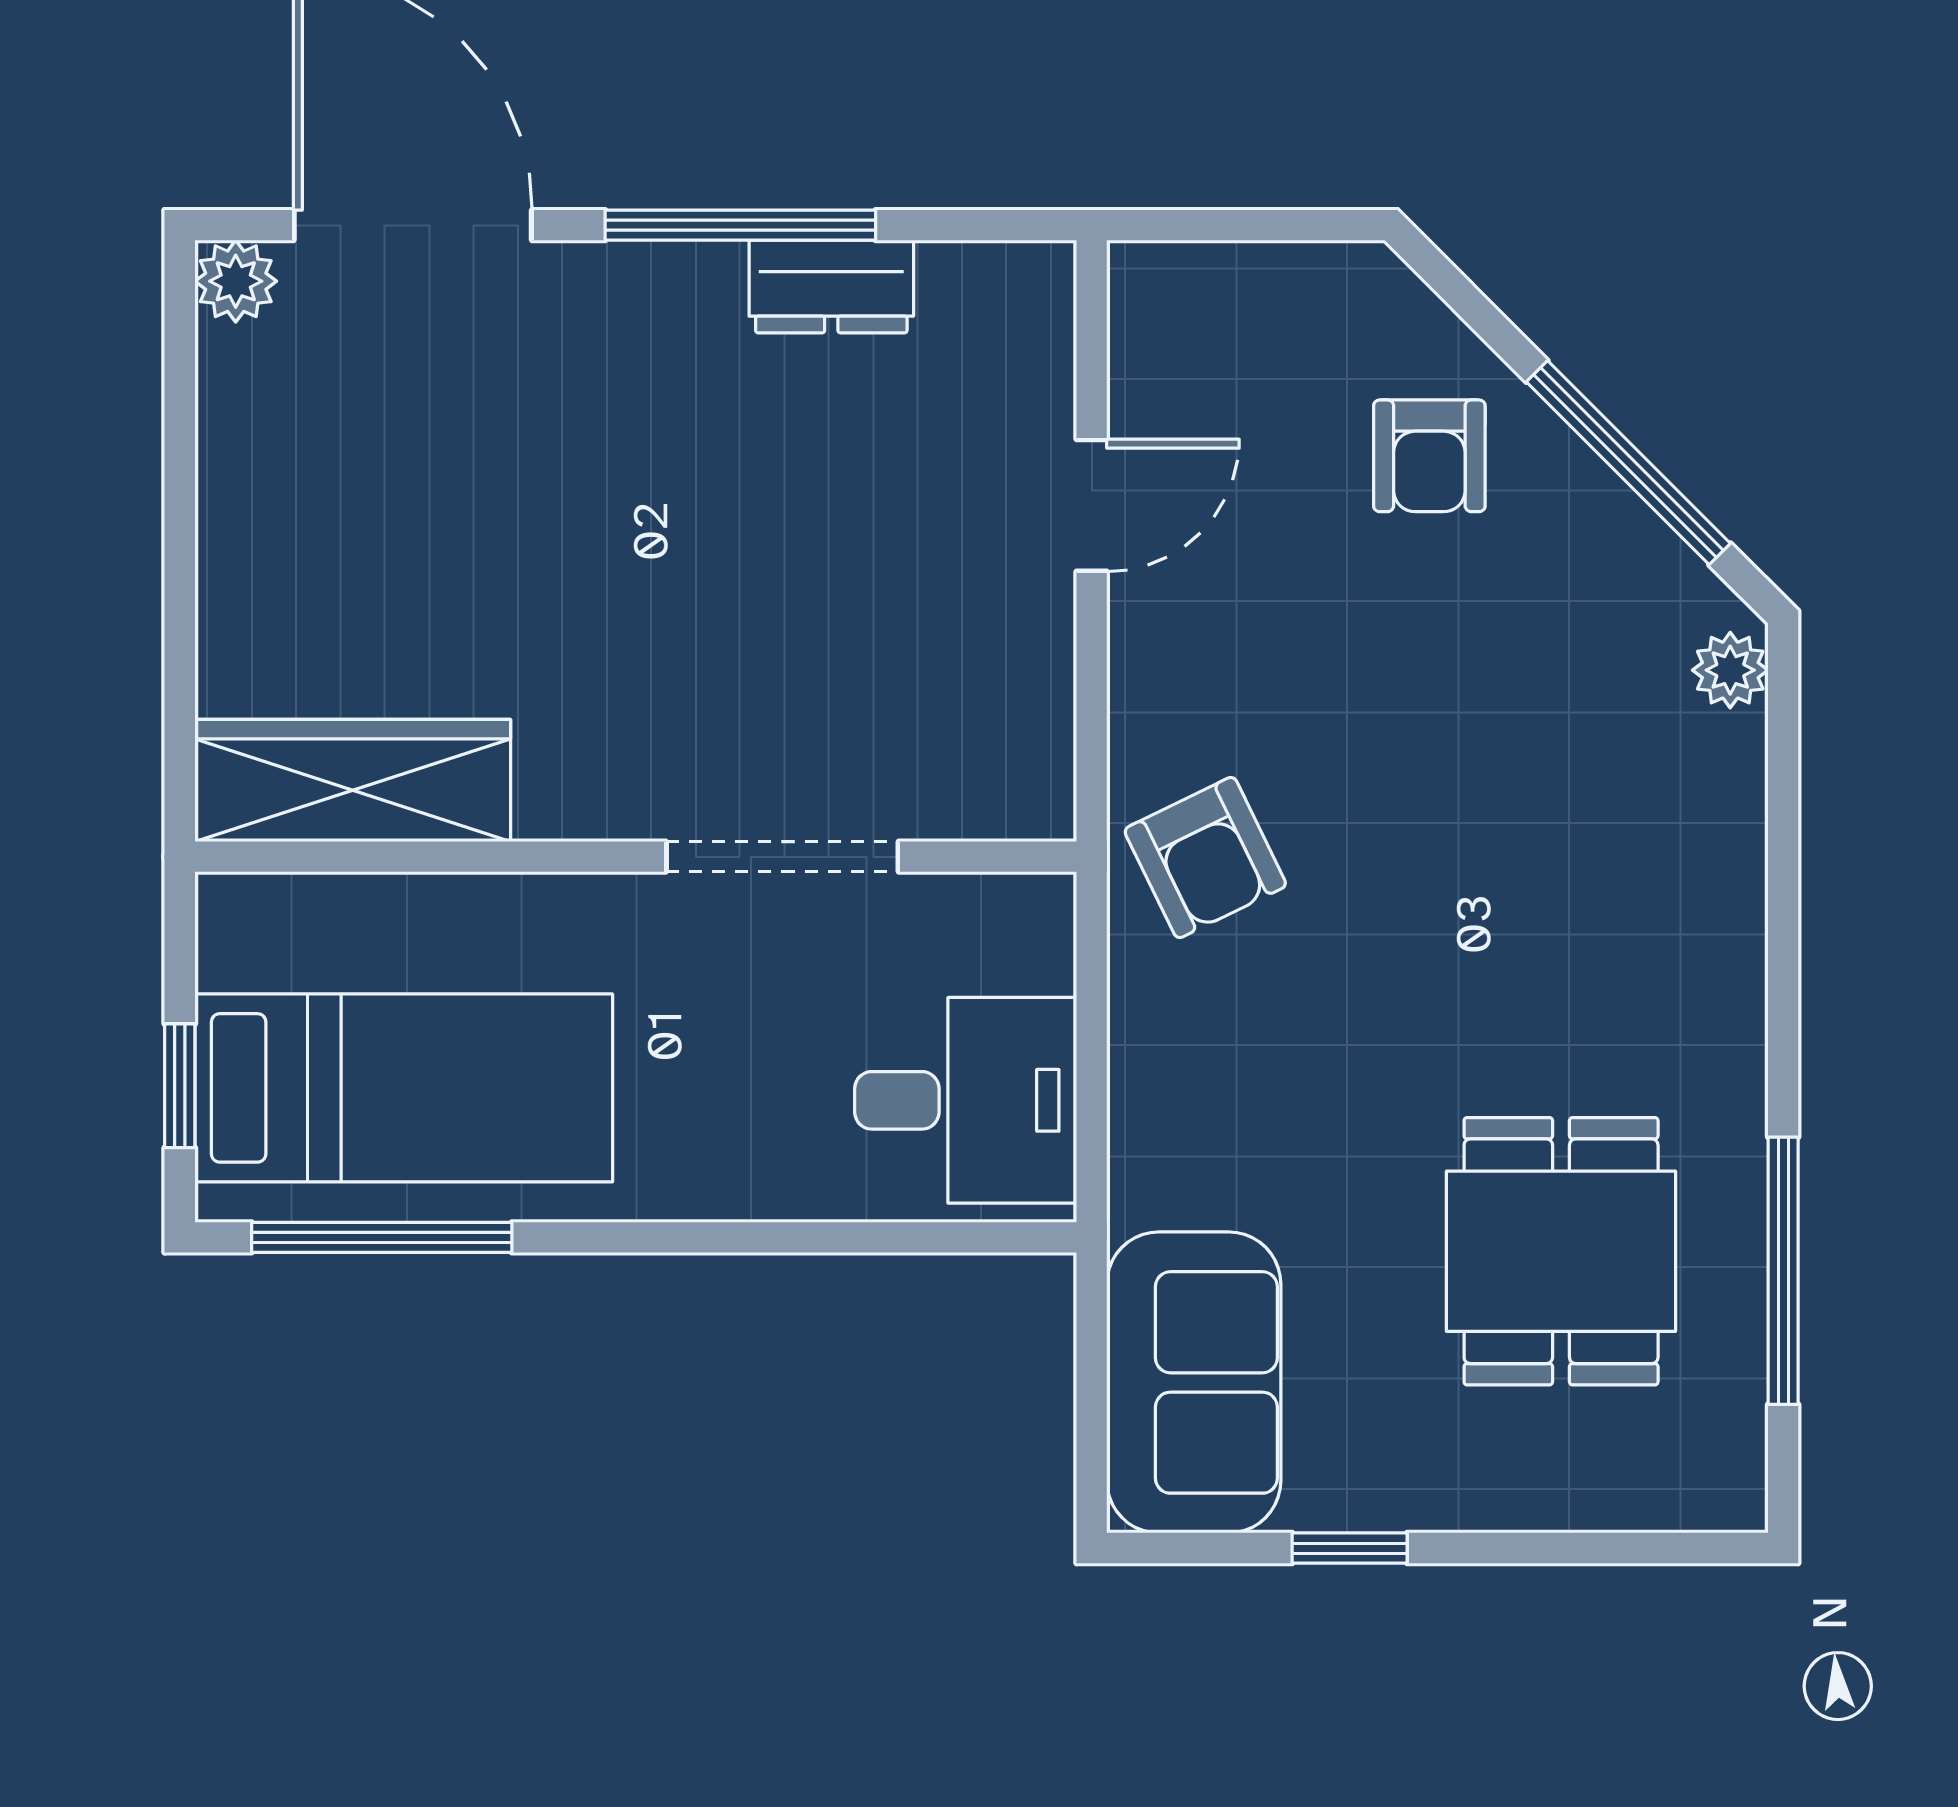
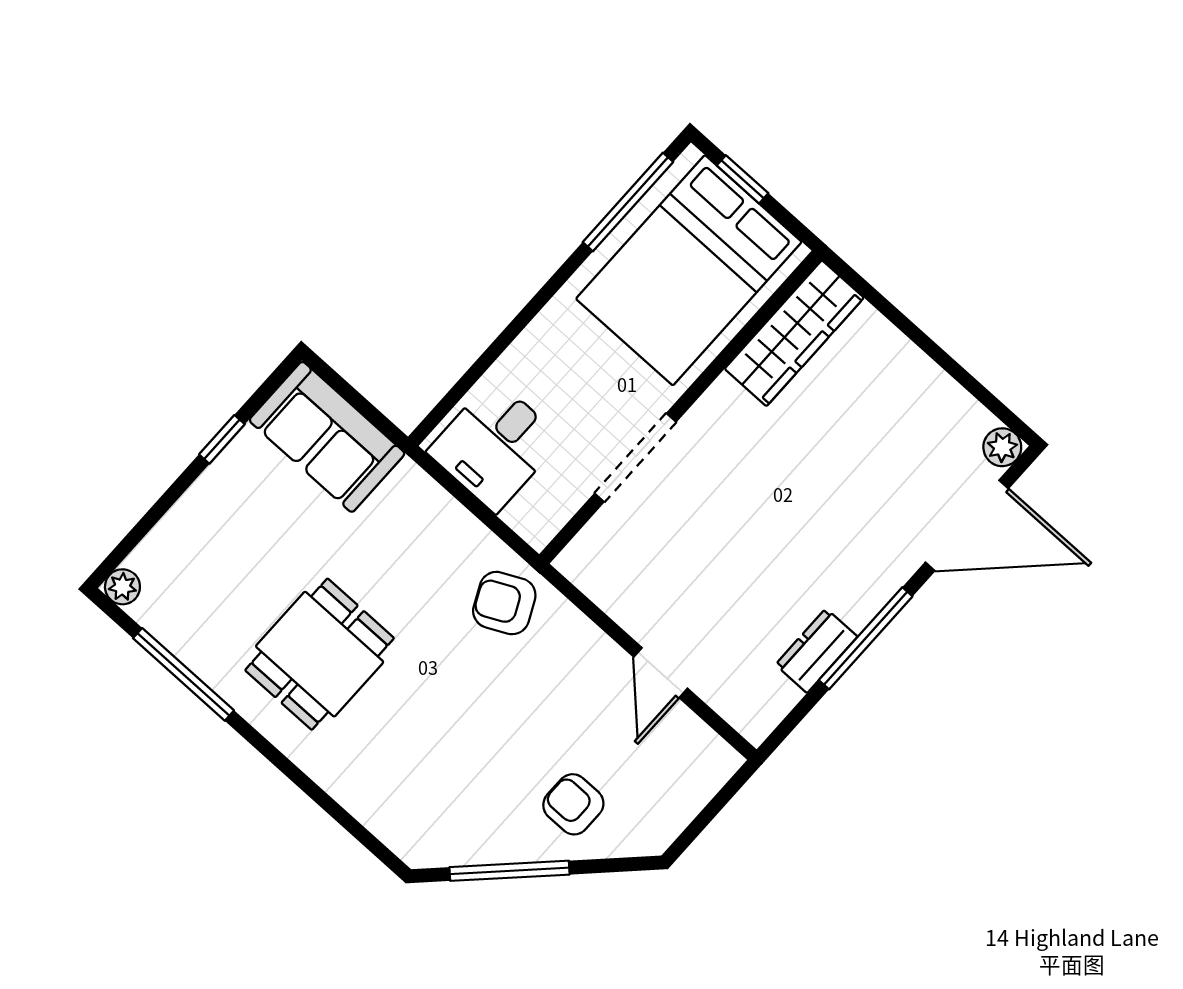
plant: (1730, 670) -> (122, 587), moved
bed: (404, 1088) -> (689, 270), width x1.50
dining table: (1561, 1251) -> (320, 654), moved, turned 90

